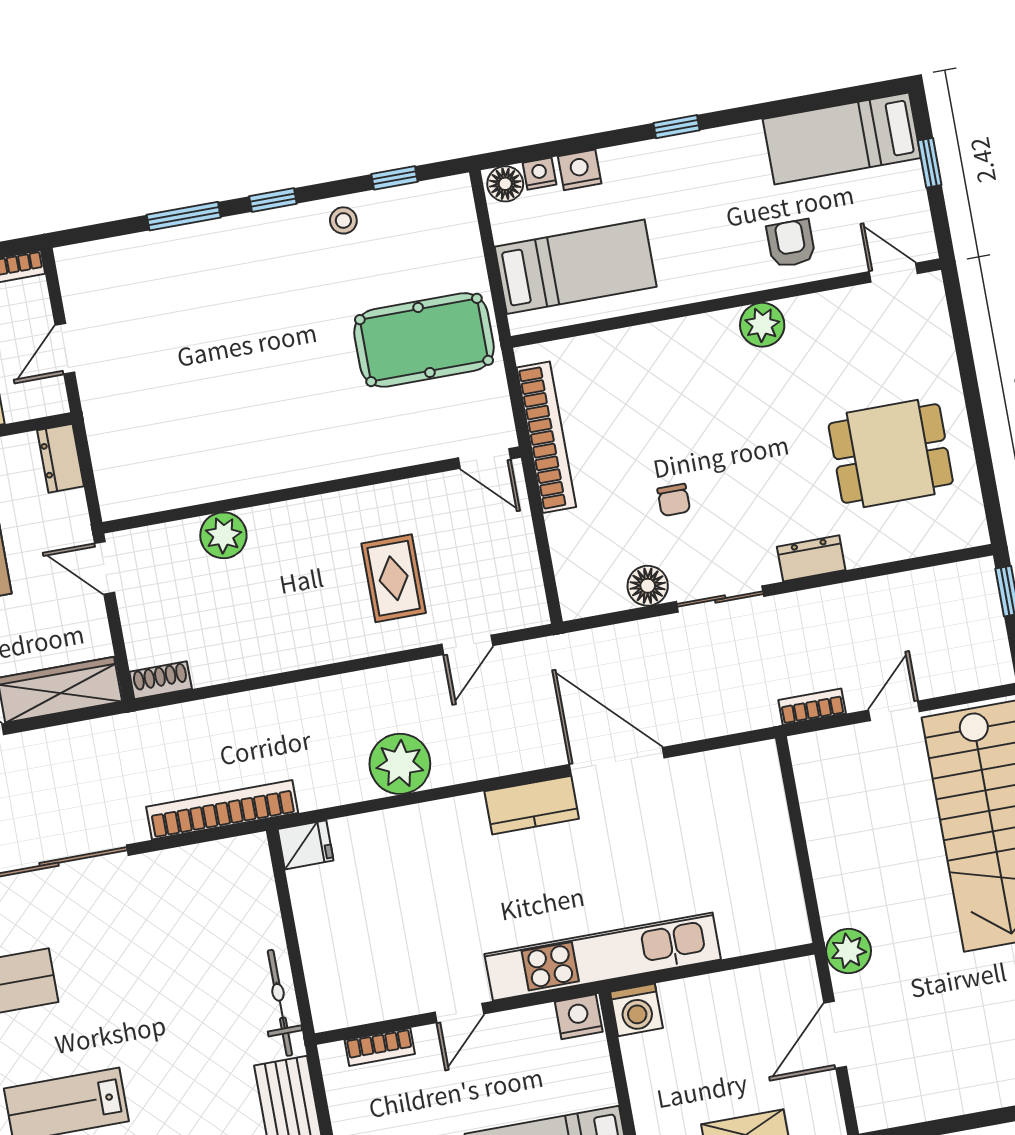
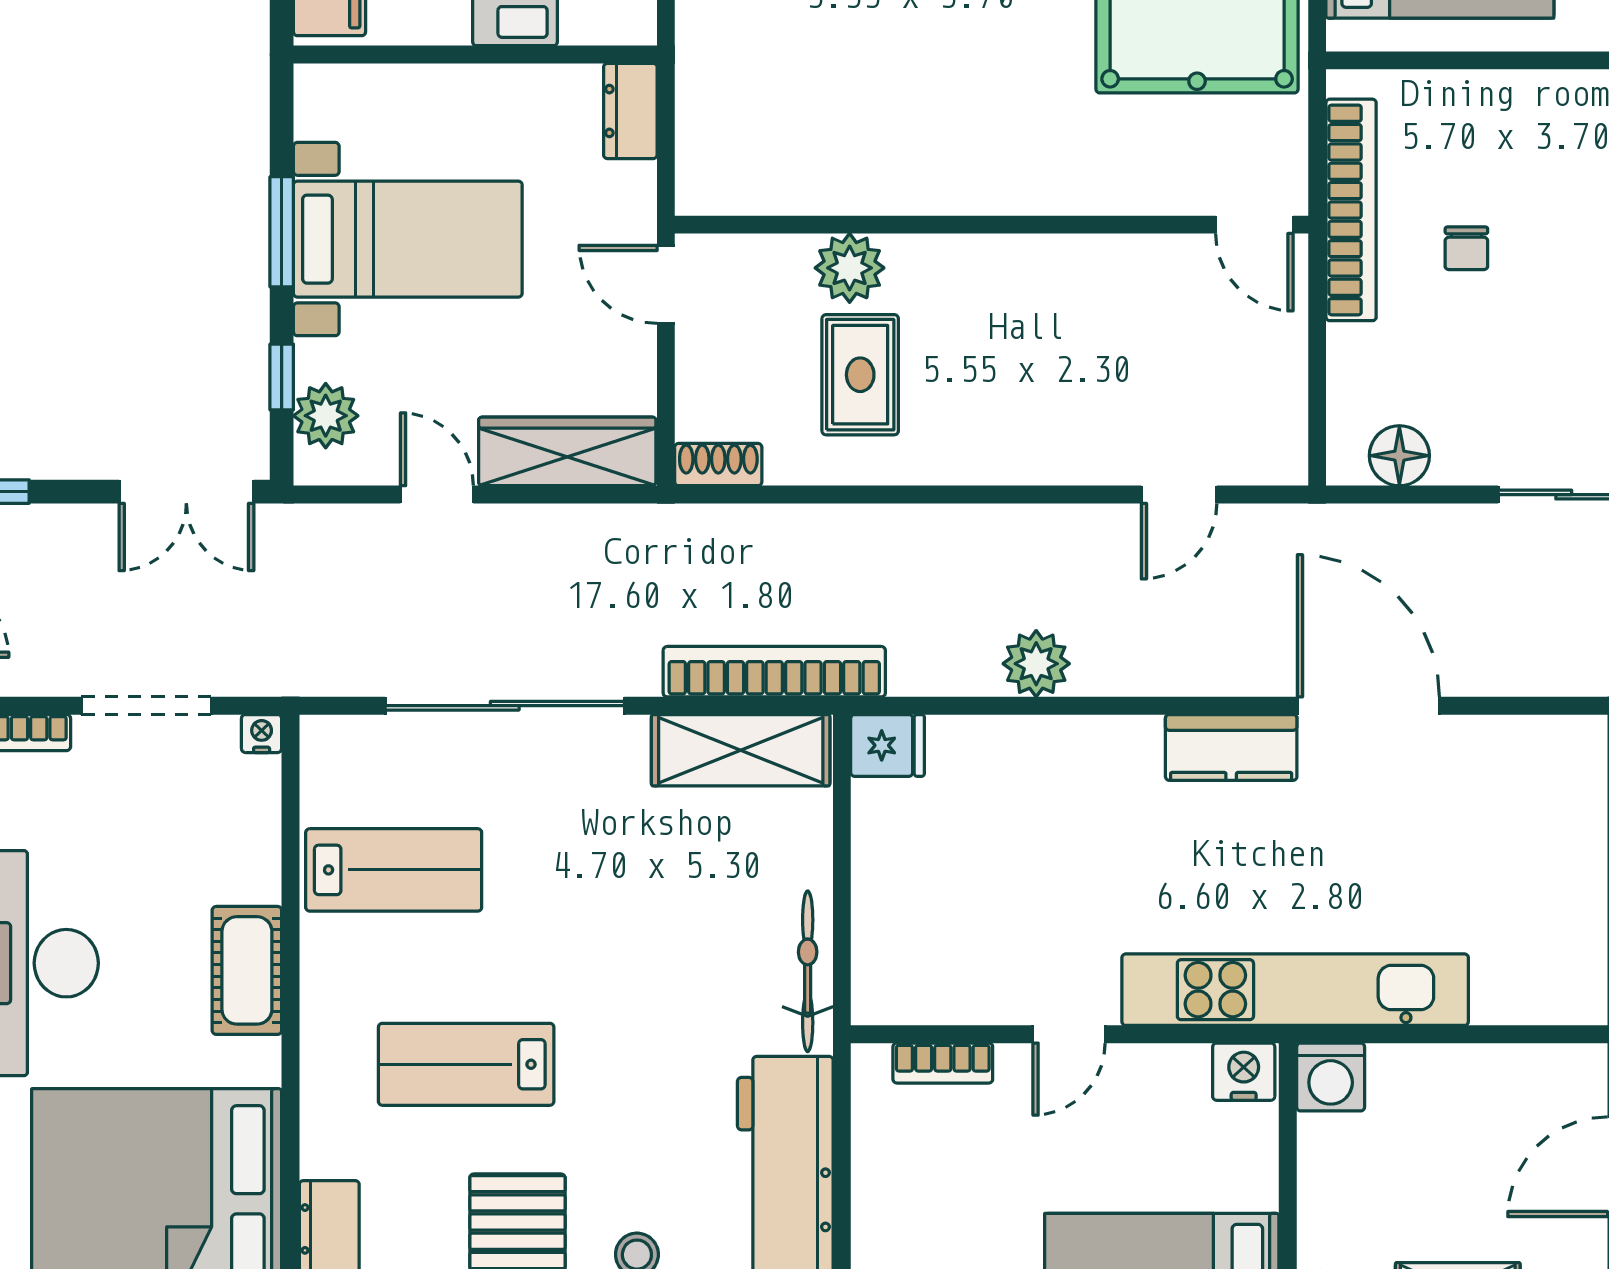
chair: (674, 500) -> (1466, 248), moved
rug: (394, 578) -> (860, 375), moved
floor lamp: (648, 586) -> (1399, 456), moved
plant: (400, 764) -> (1036, 664), width x0.73, depth x0.73
shelving: (209, 865) -> (741, 750), added

